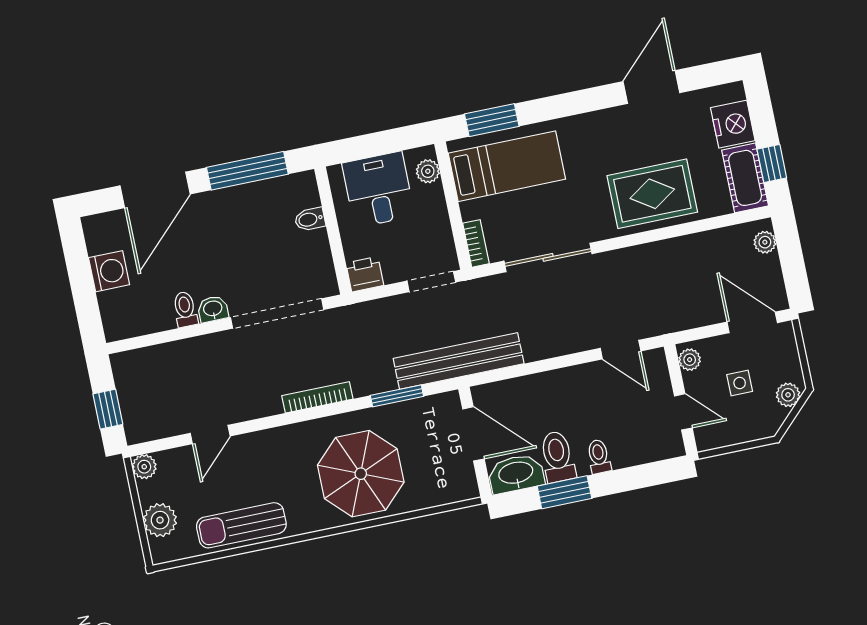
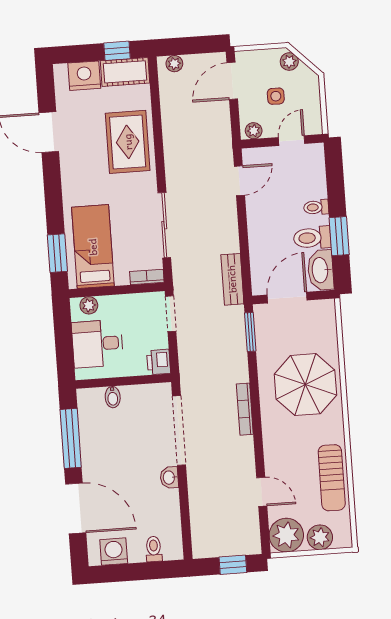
washing machine: (109, 271) -> (114, 552), moved
toilet: (185, 309) -> (154, 549), moved, turned 90
bench: (459, 361) -> (232, 279), width x0.54, depth x0.82
window: (397, 396) -> (250, 332), moved
plant: (144, 467) -> (286, 535), width x1.87, depth x1.87

